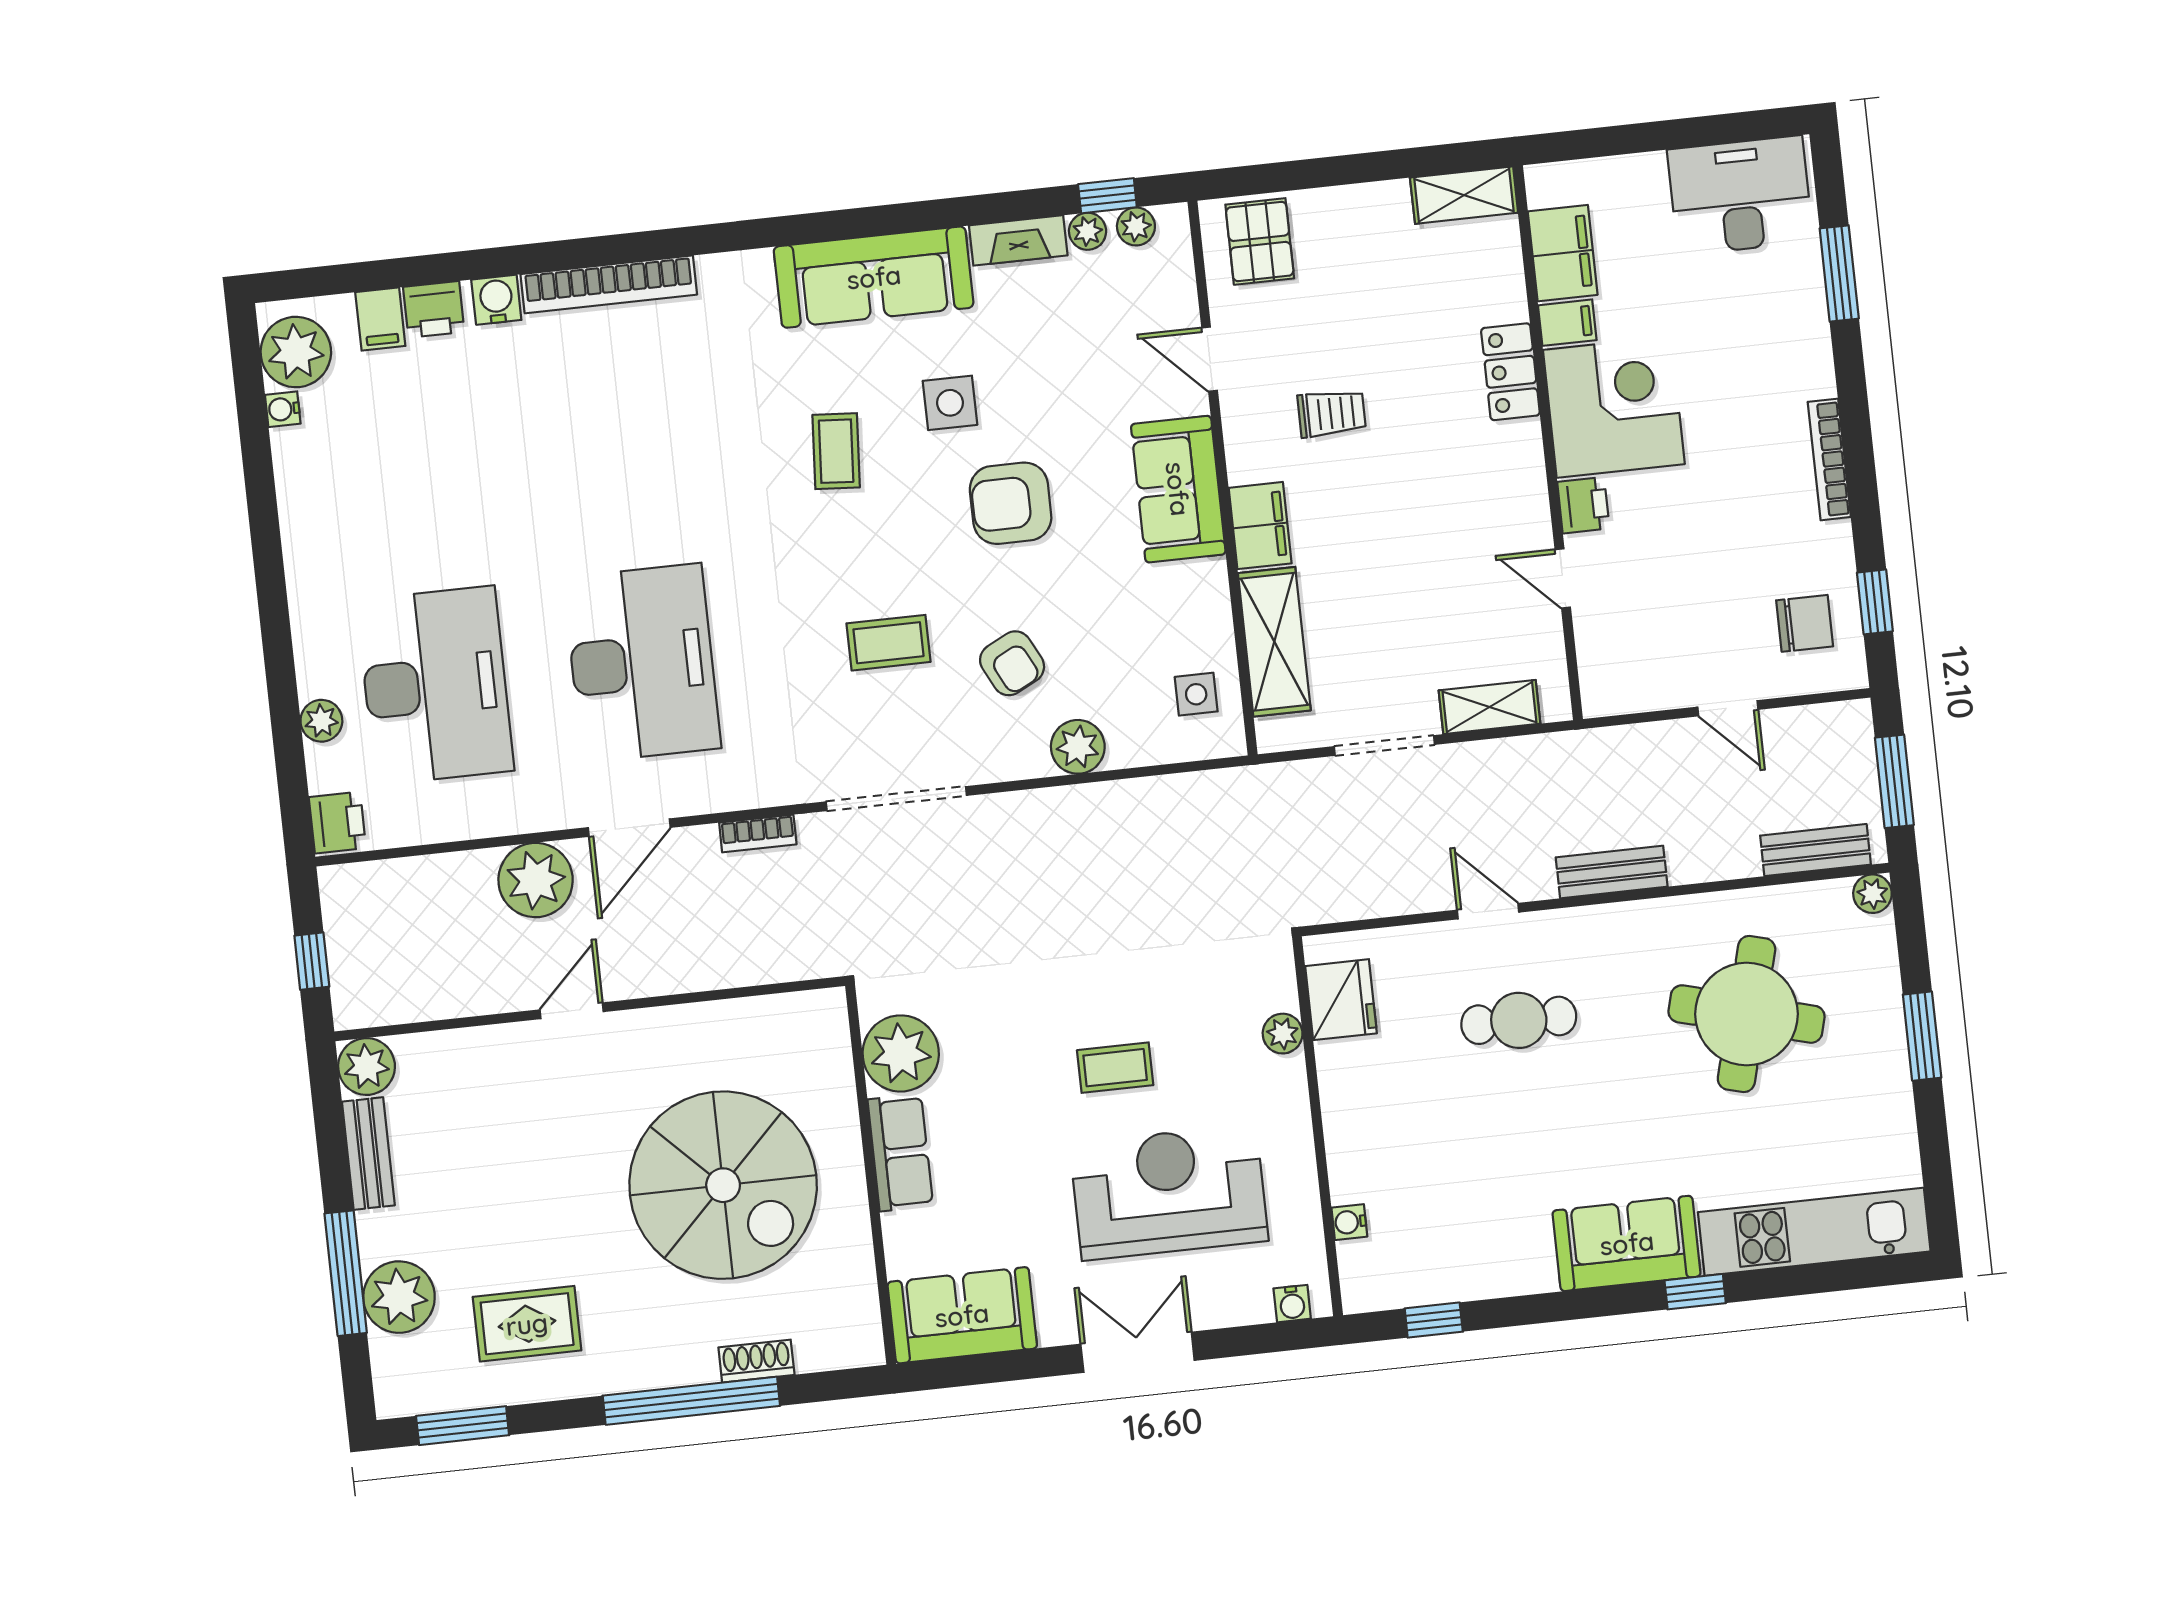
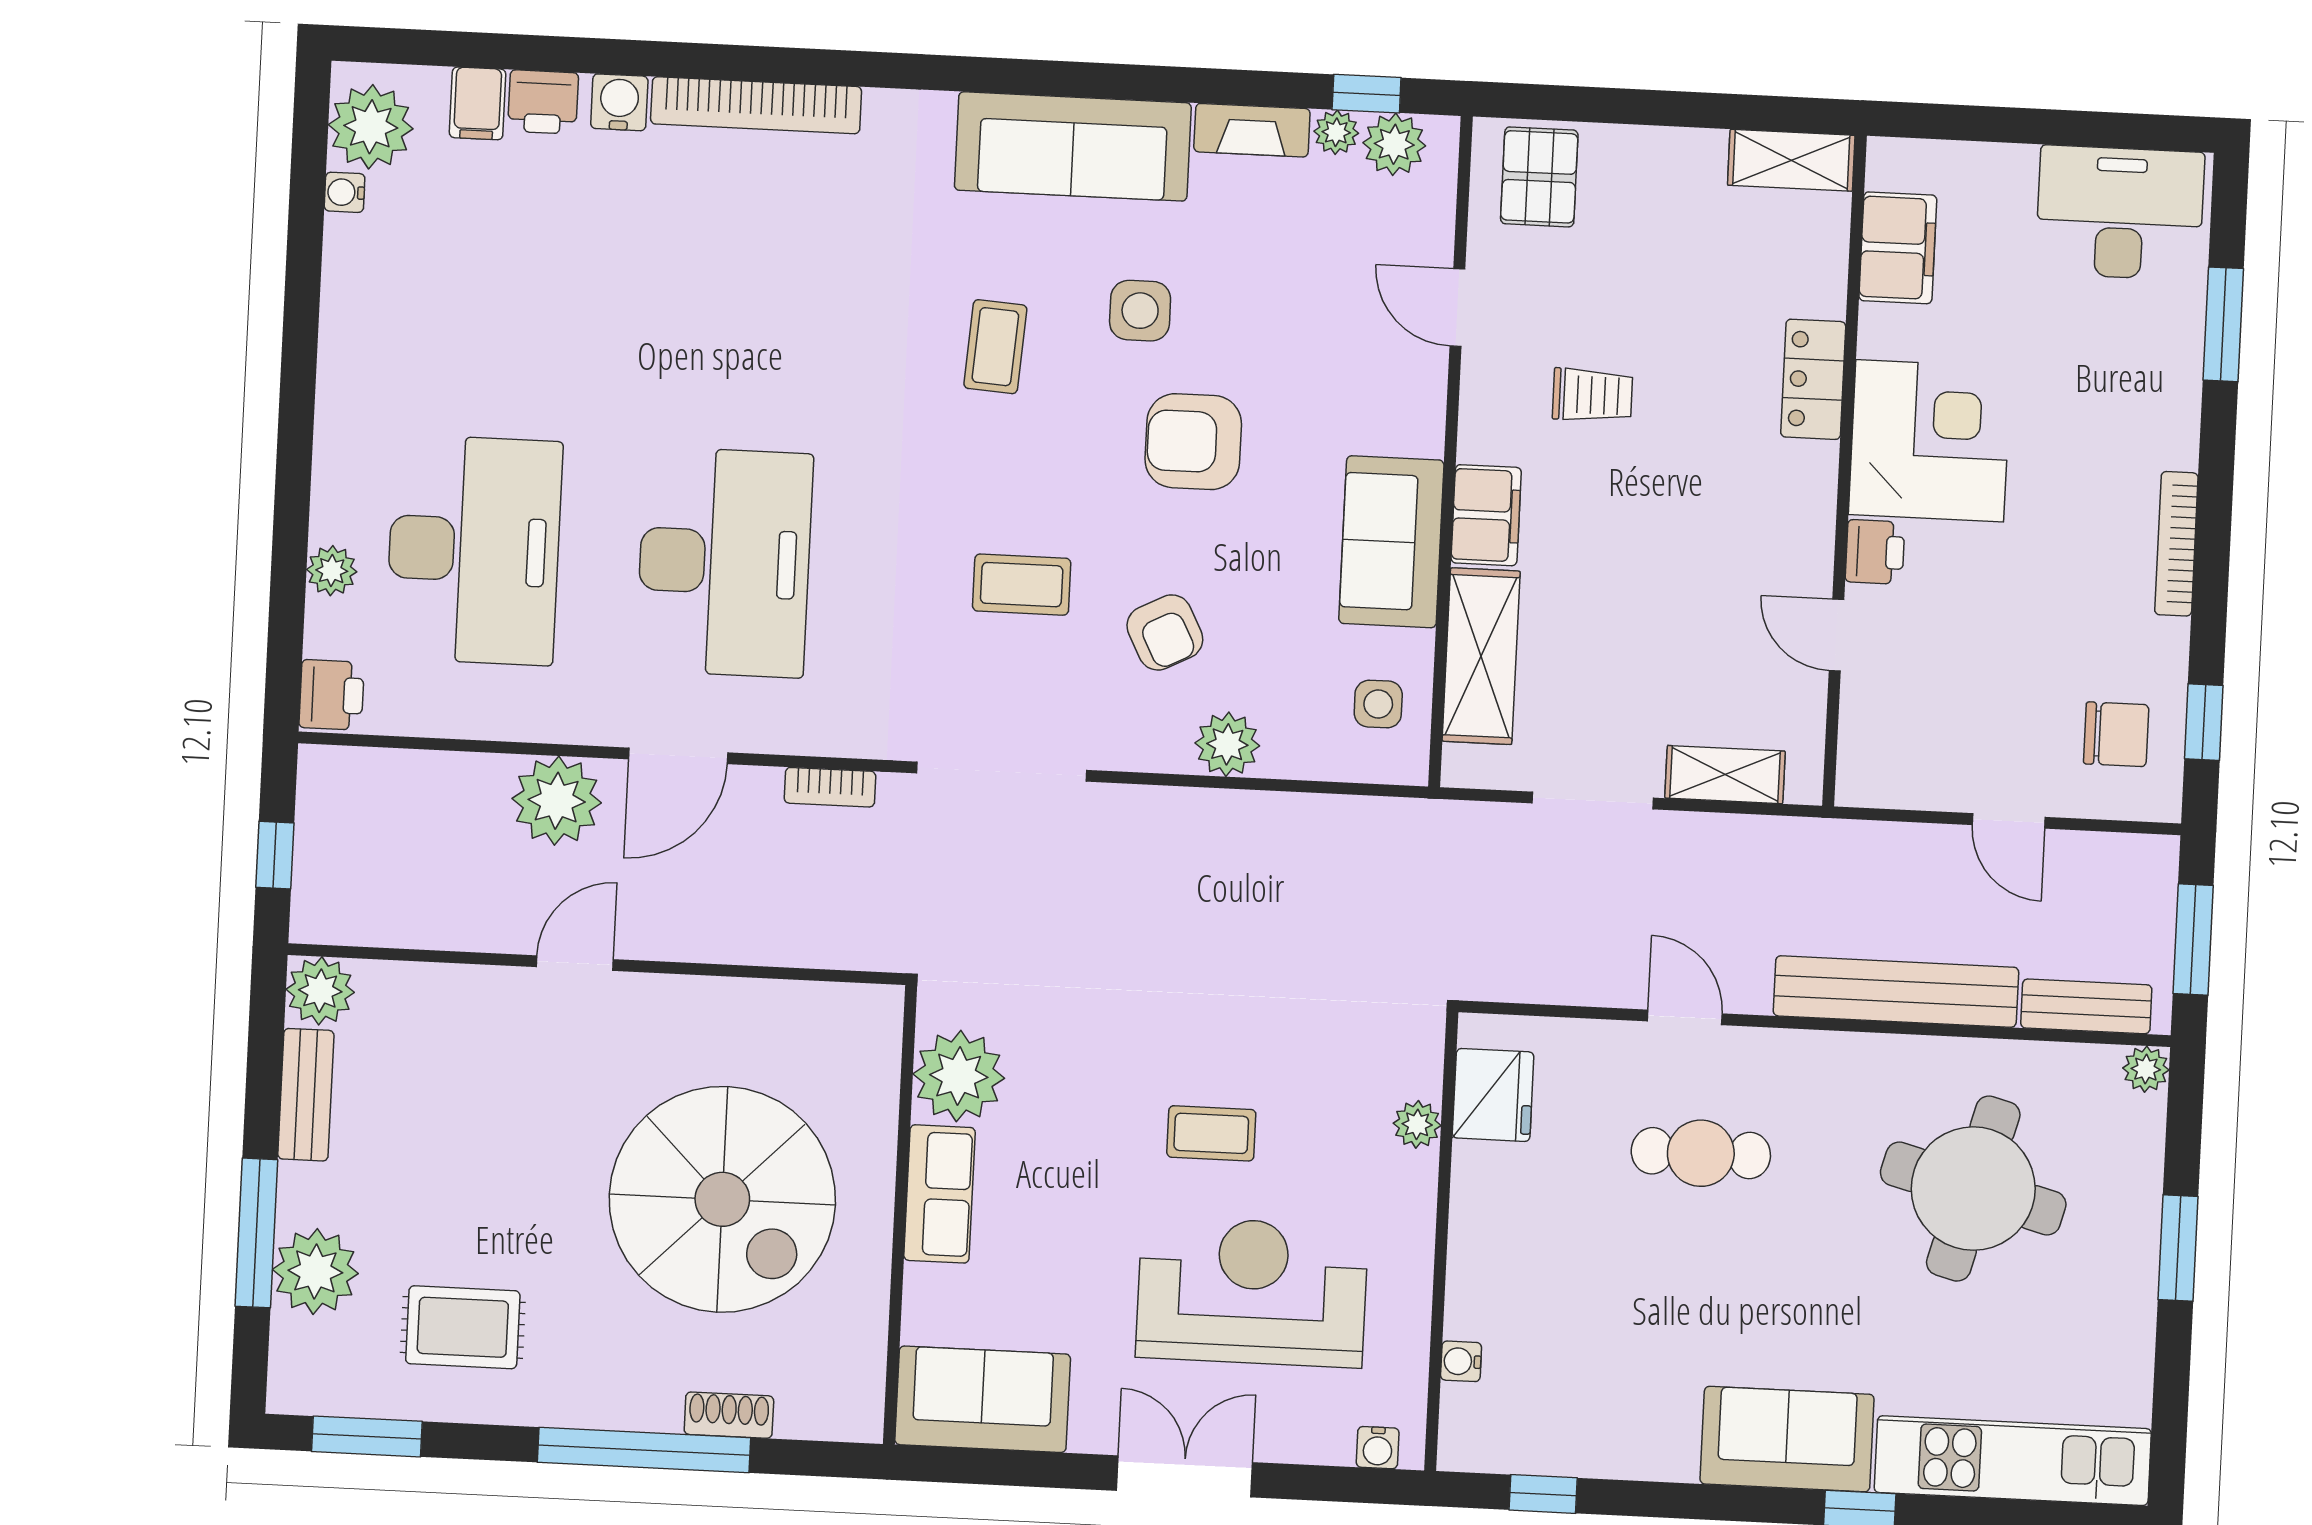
plant: (1136, 226) -> (1394, 144), width x1.38, depth x1.38
filing cabinet: (1567, 323) -> (1890, 332), removed
sofa: (1178, 489) -> (1391, 542), moved
bench: (1612, 872) -> (1896, 992), width x1.86, depth x1.21

